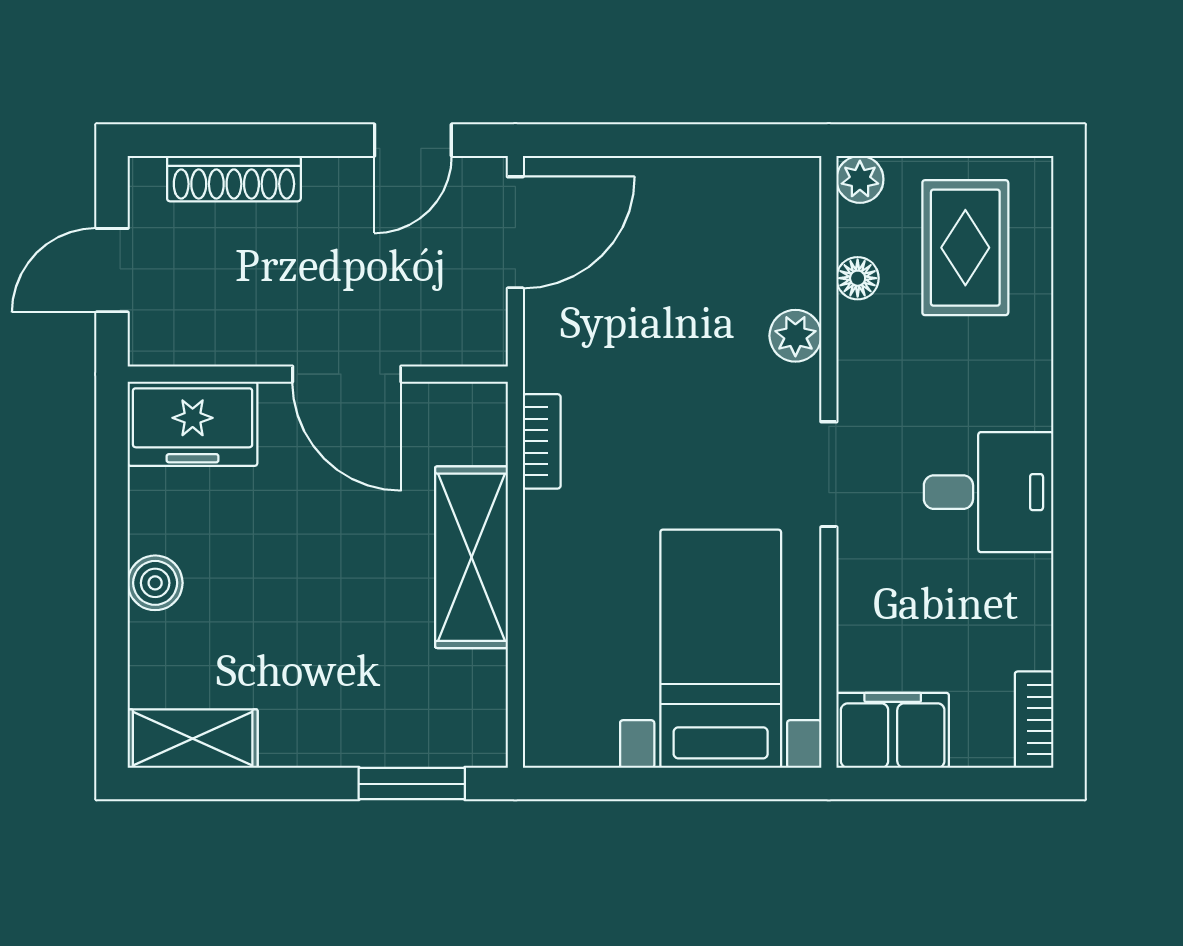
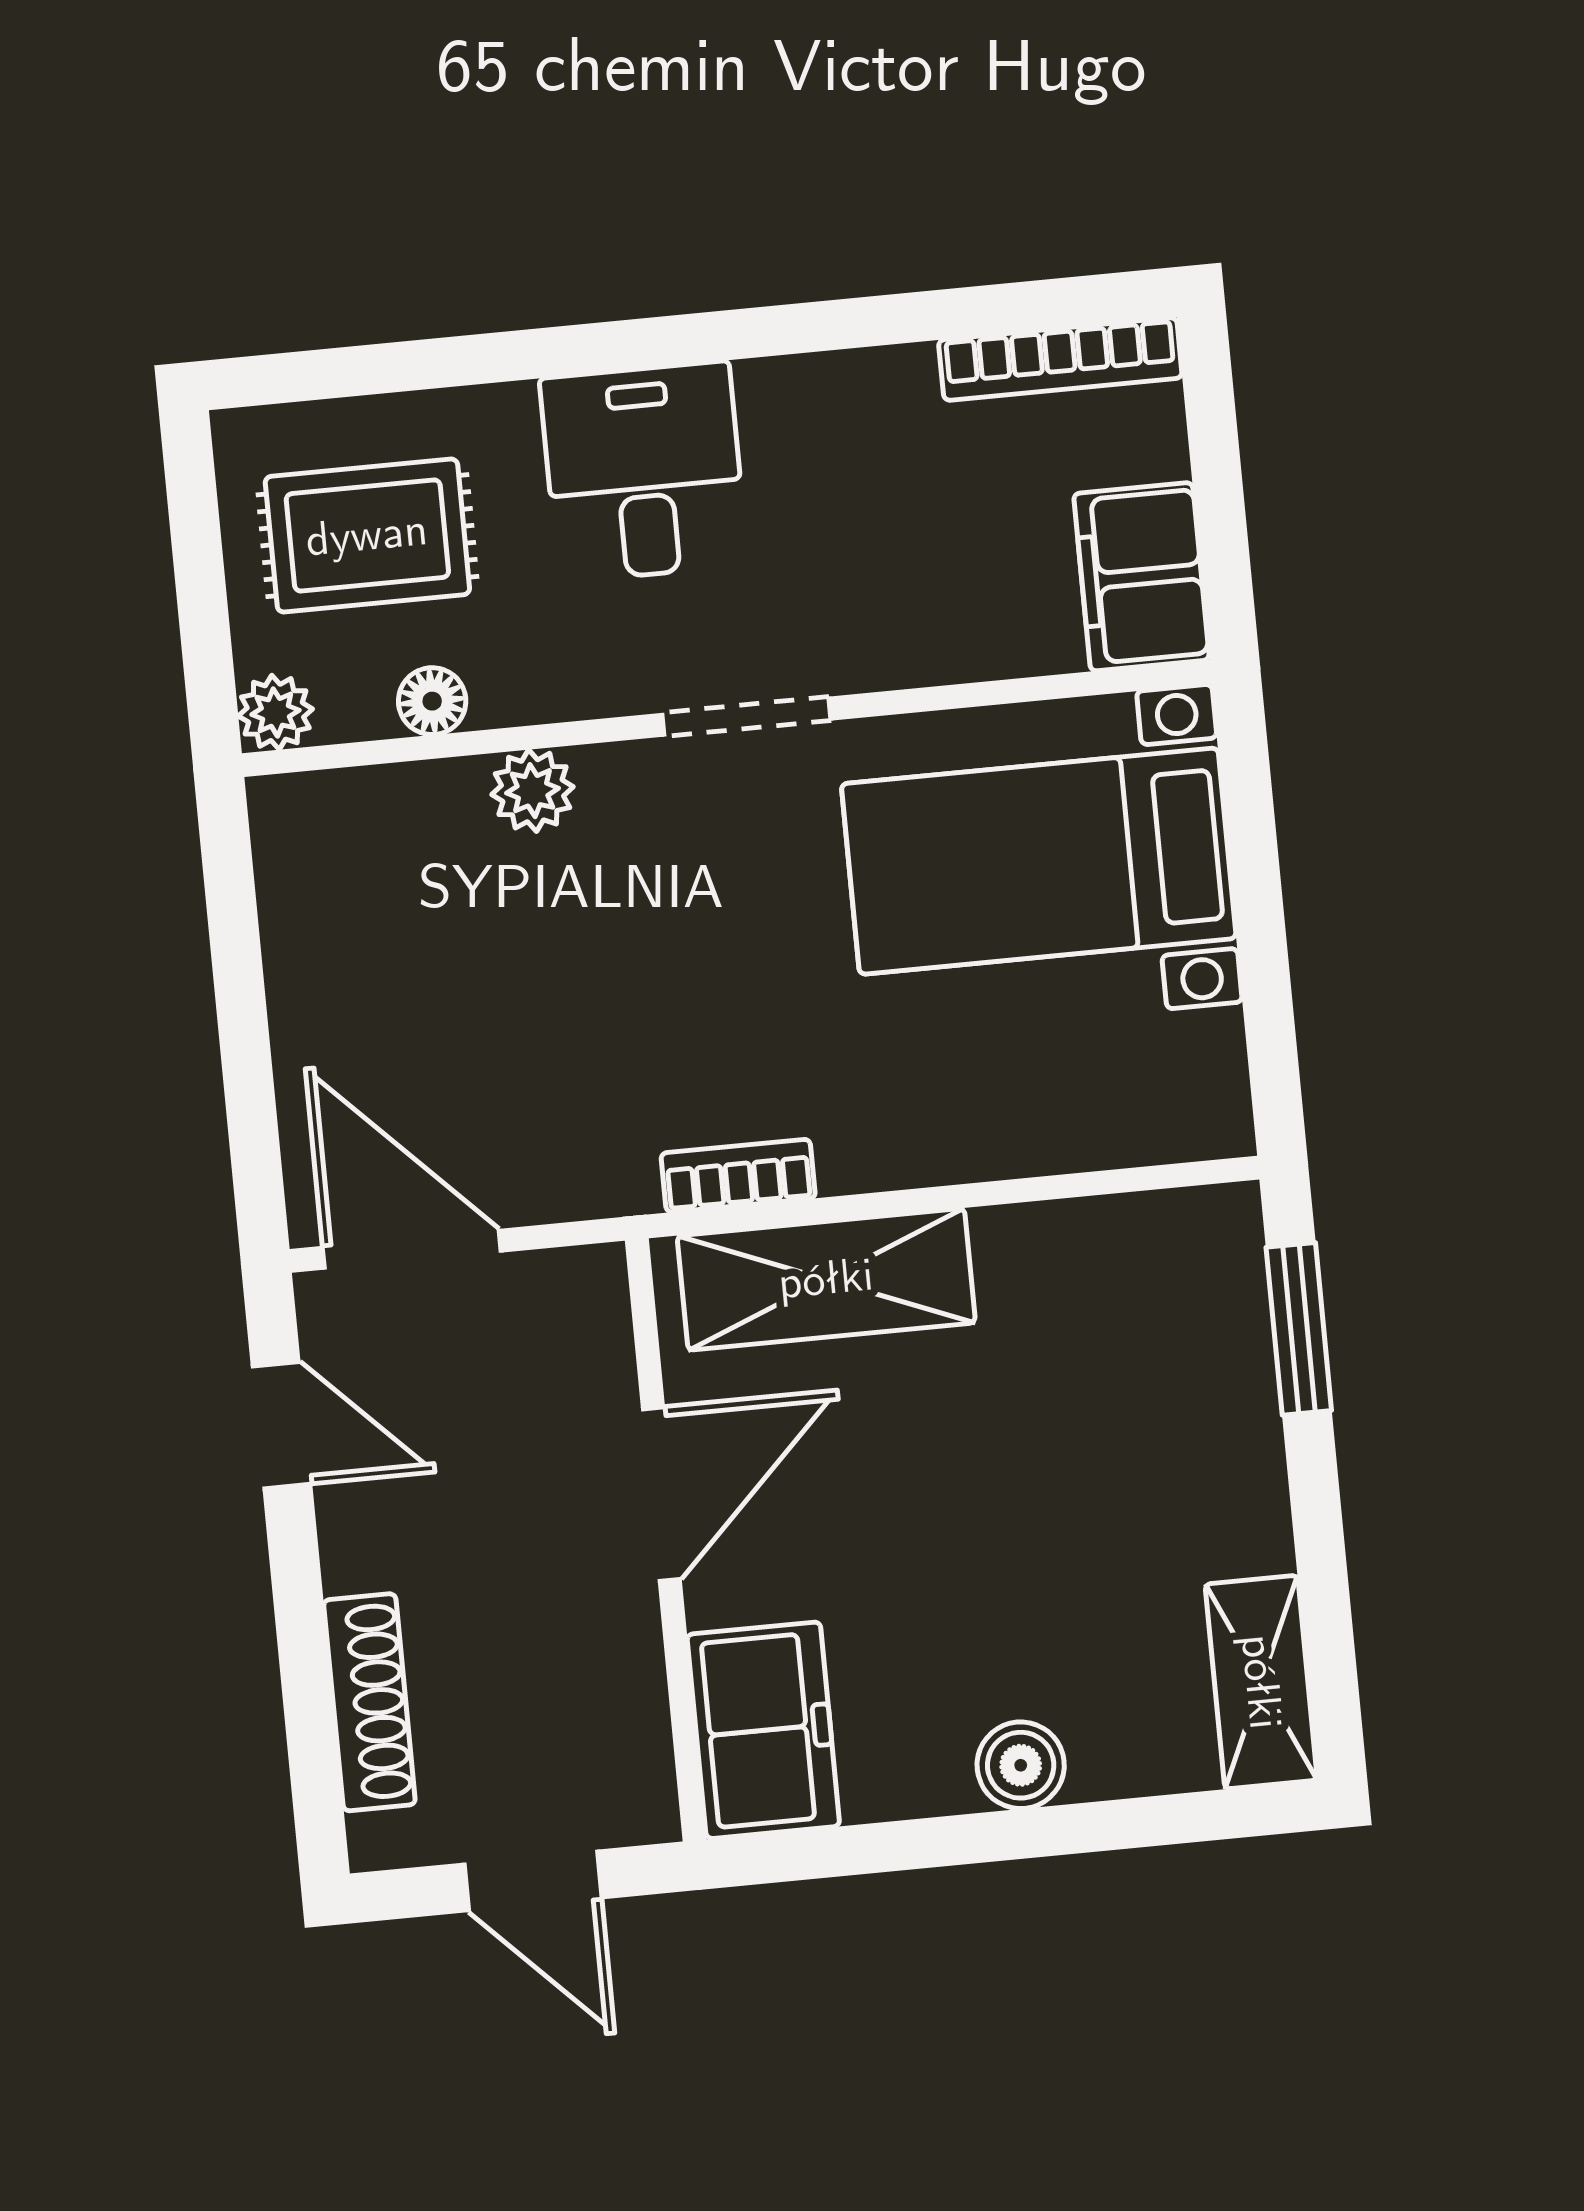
desk: (989, 492) -> (644, 472), moved
shelving: (471, 557) -> (826, 1279), moved
bookcase: (1034, 720) -> (1060, 359), width x1.56

